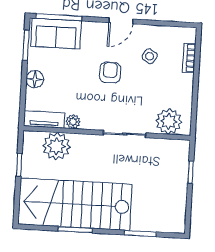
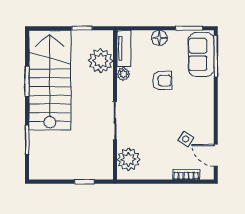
door: (121, 21) -> (216, 155), moved
armchair: (110, 73) -> (162, 80), moved

